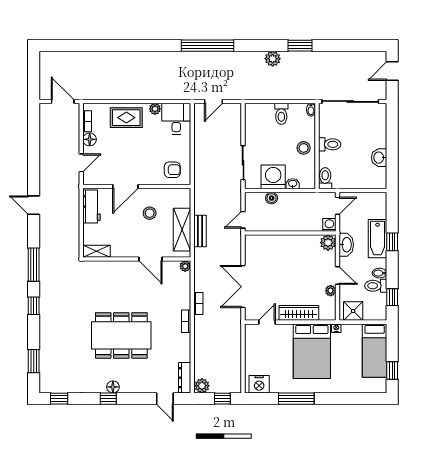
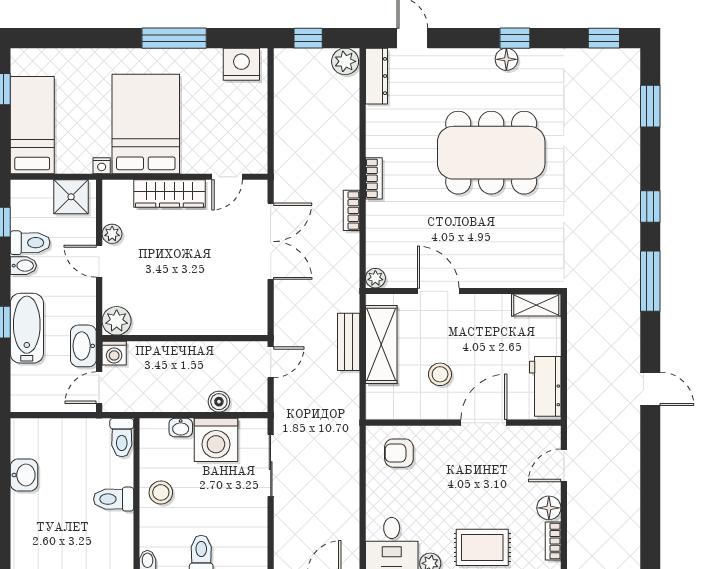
washbasin: (346, 245) -> (83, 346), moved

